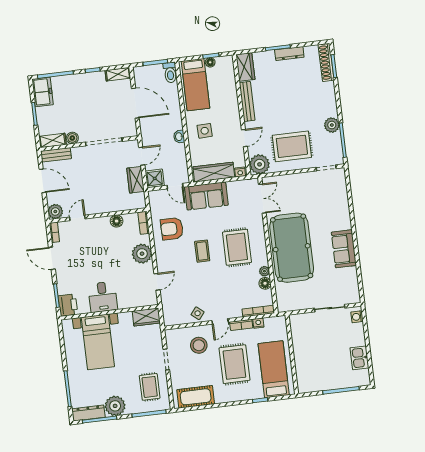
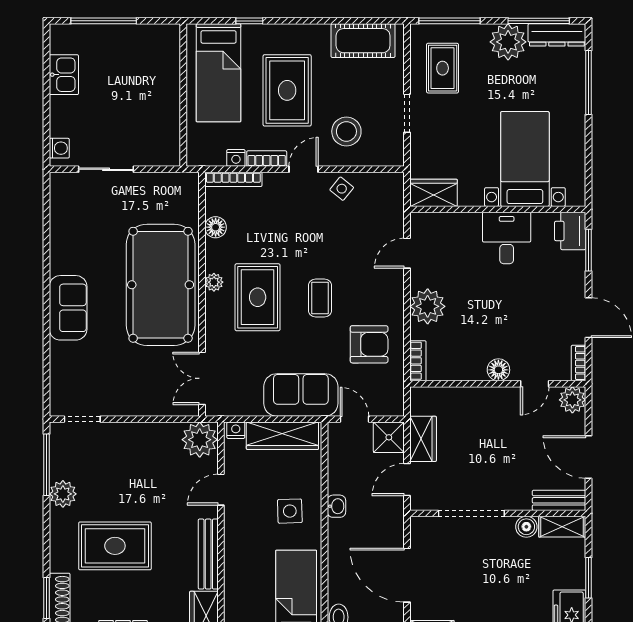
rug: (292, 146) -> (115, 546), moved
floor lamp: (117, 221) -> (498, 370), moved
sofa: (344, 249) -> (68, 308), moved
plant: (264, 271) -> (214, 282), moved

